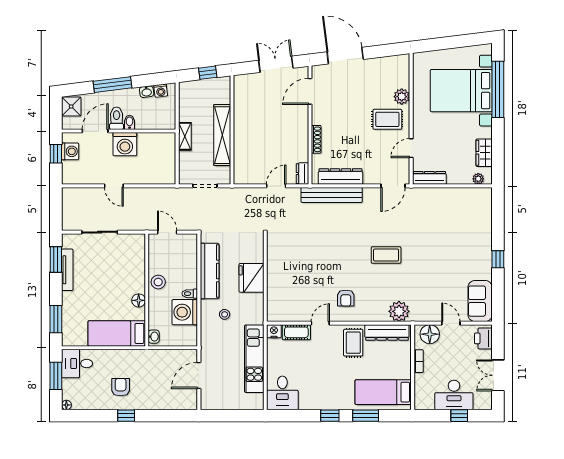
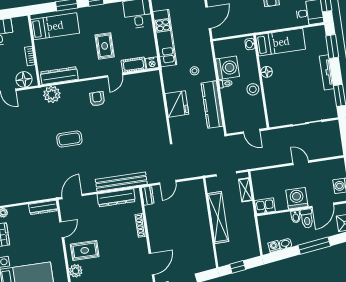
shelving: (185, 136) -> (245, 190), moved
kitchen sink: (164, 141) -> (265, 206), added
tv unit: (67, 270) -> (327, 72), moved
rug: (353, 343) -> (105, 46), moved

